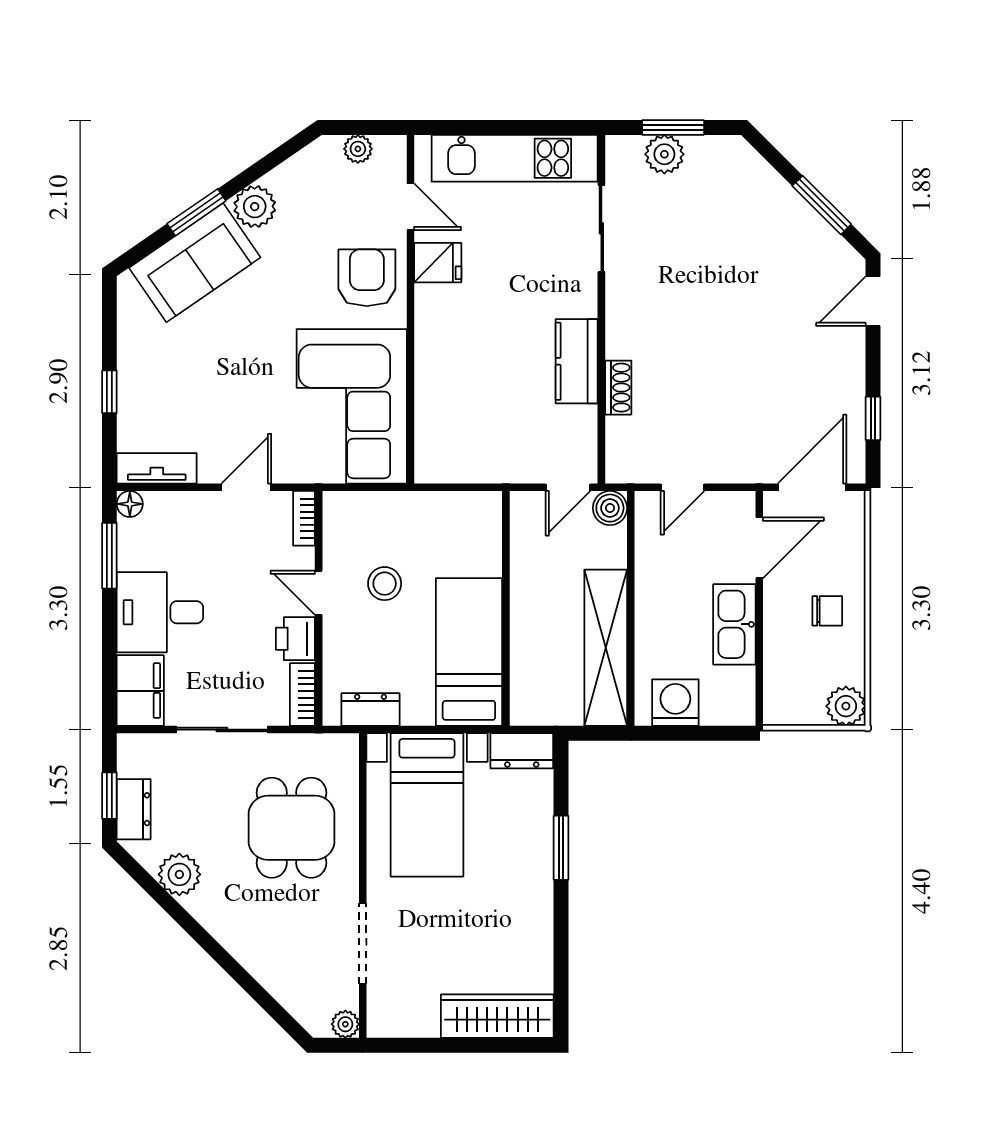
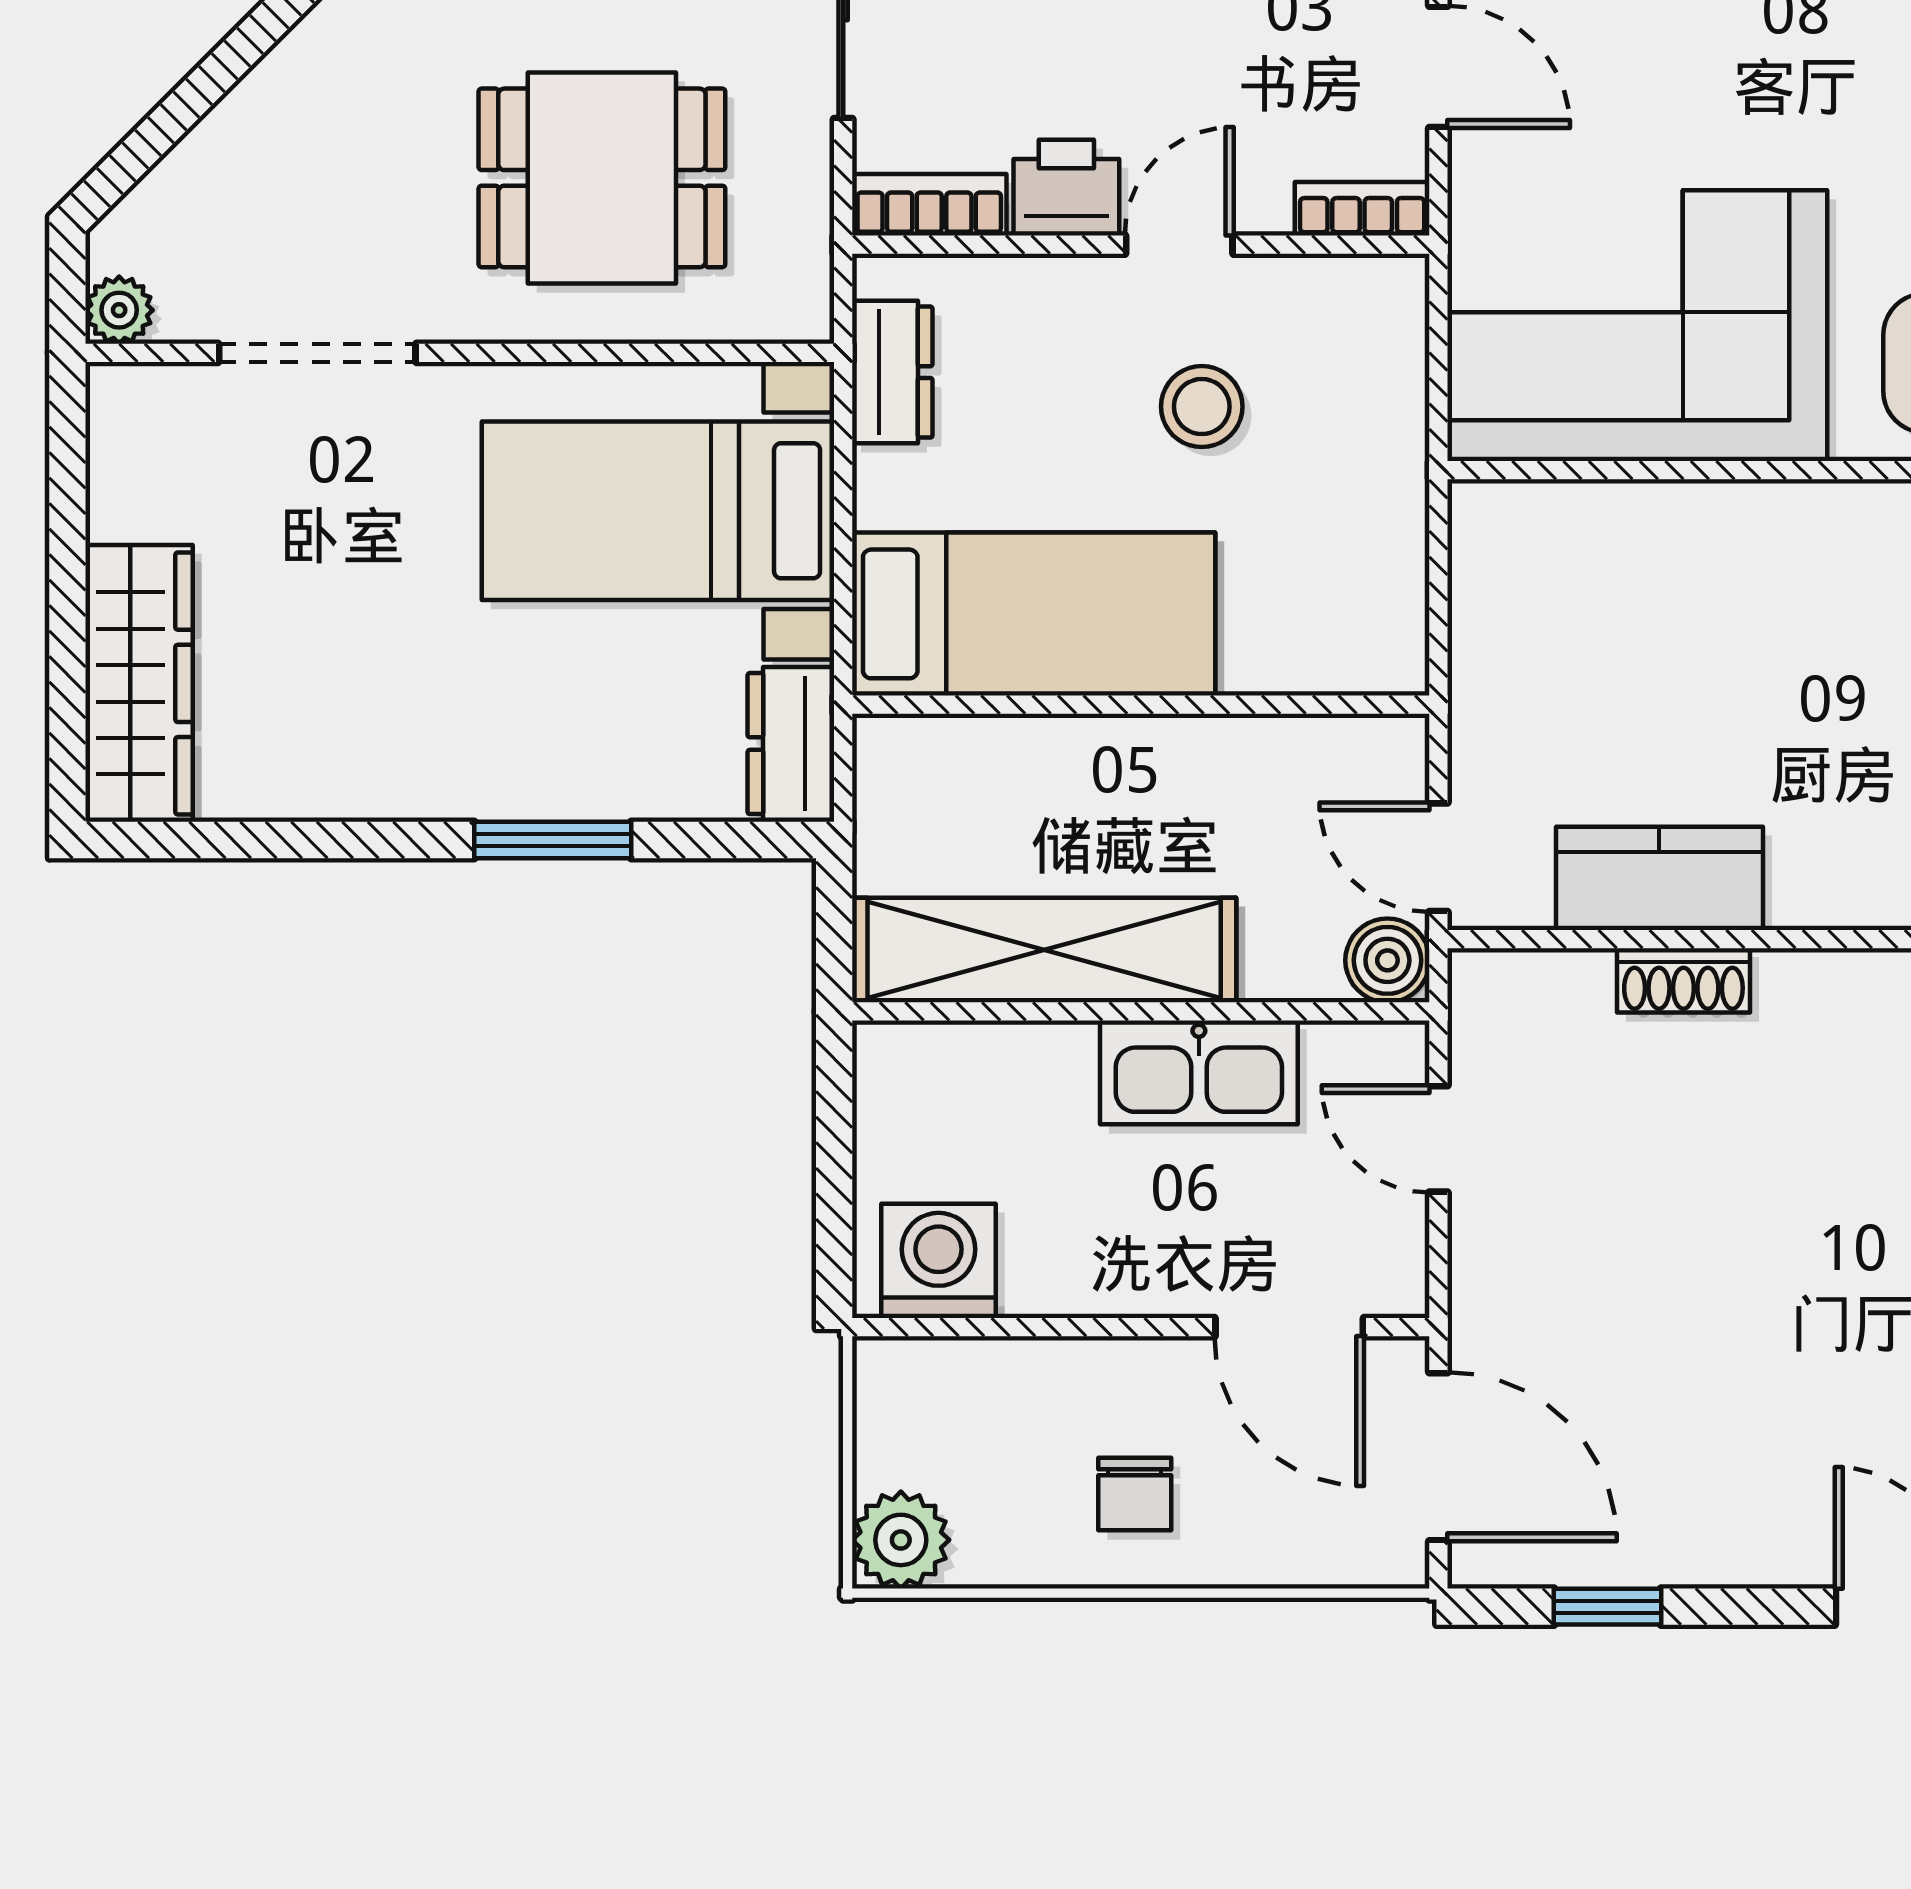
kitchen counter: (577, 361) -> (1659, 878), moved
kitchen sink: (734, 624) -> (1199, 1072), moved, turned 180
washing machine: (675, 703) -> (938, 1261), moved, turned -90

